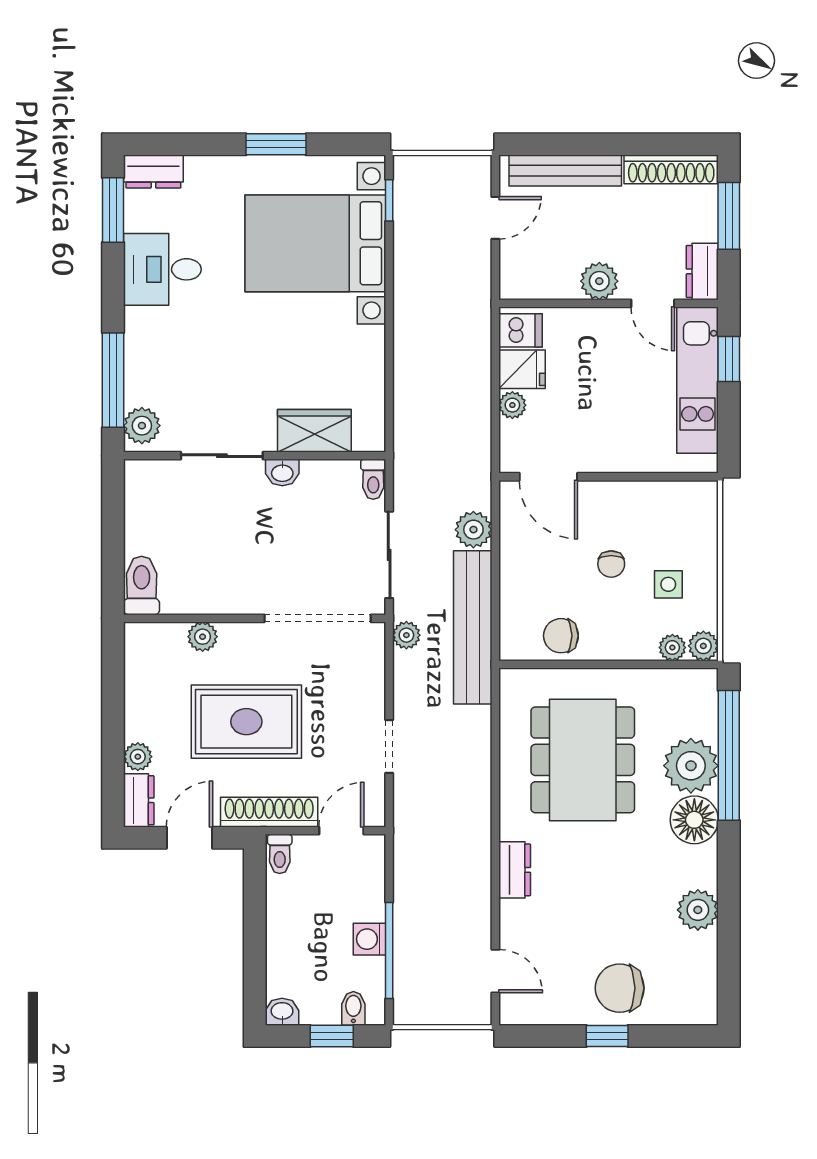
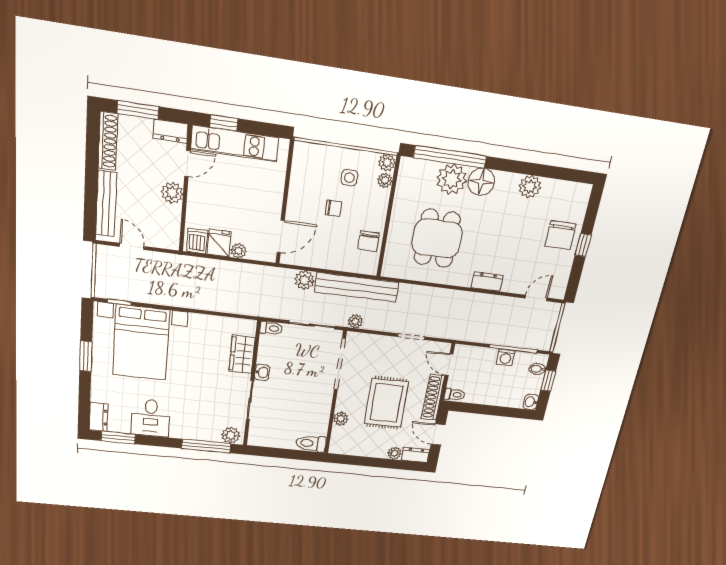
dining table: (583, 760) -> (437, 238), width x0.73

